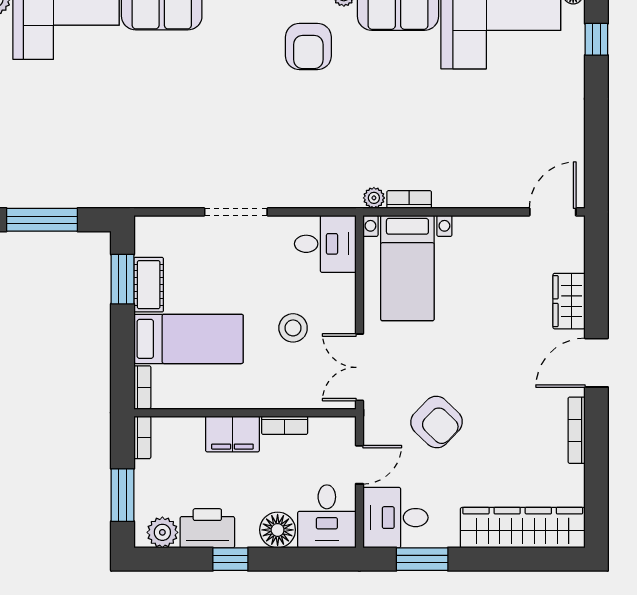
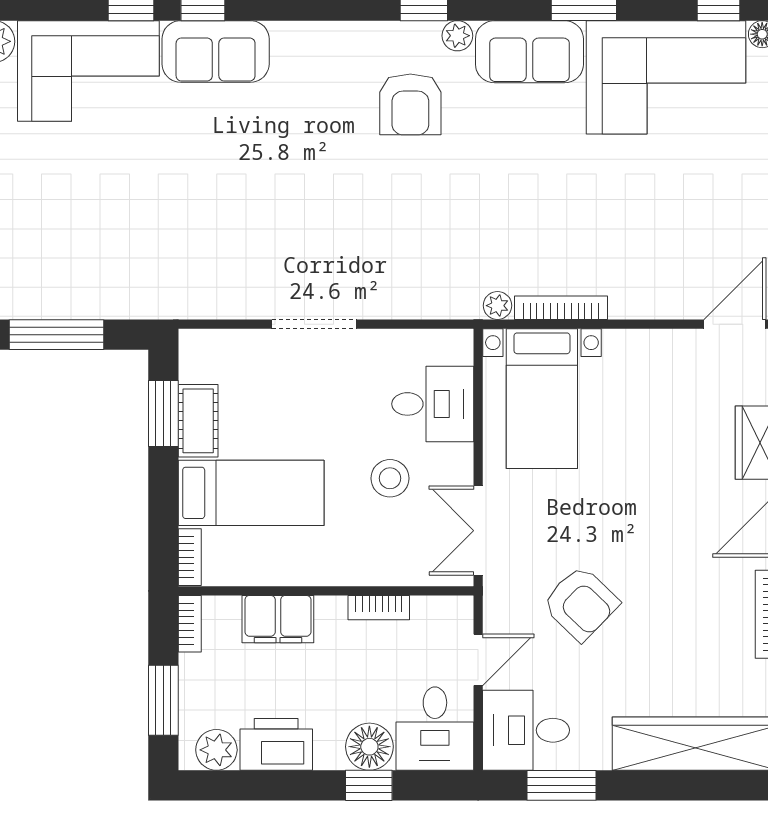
bookcase: (409, 200) -> (561, 308), width x1.56
desk: (325, 244) -> (433, 404), moved
filing cabinet: (232, 434) -> (278, 619), moved
window: (230, 559) -> (369, 785), moved

